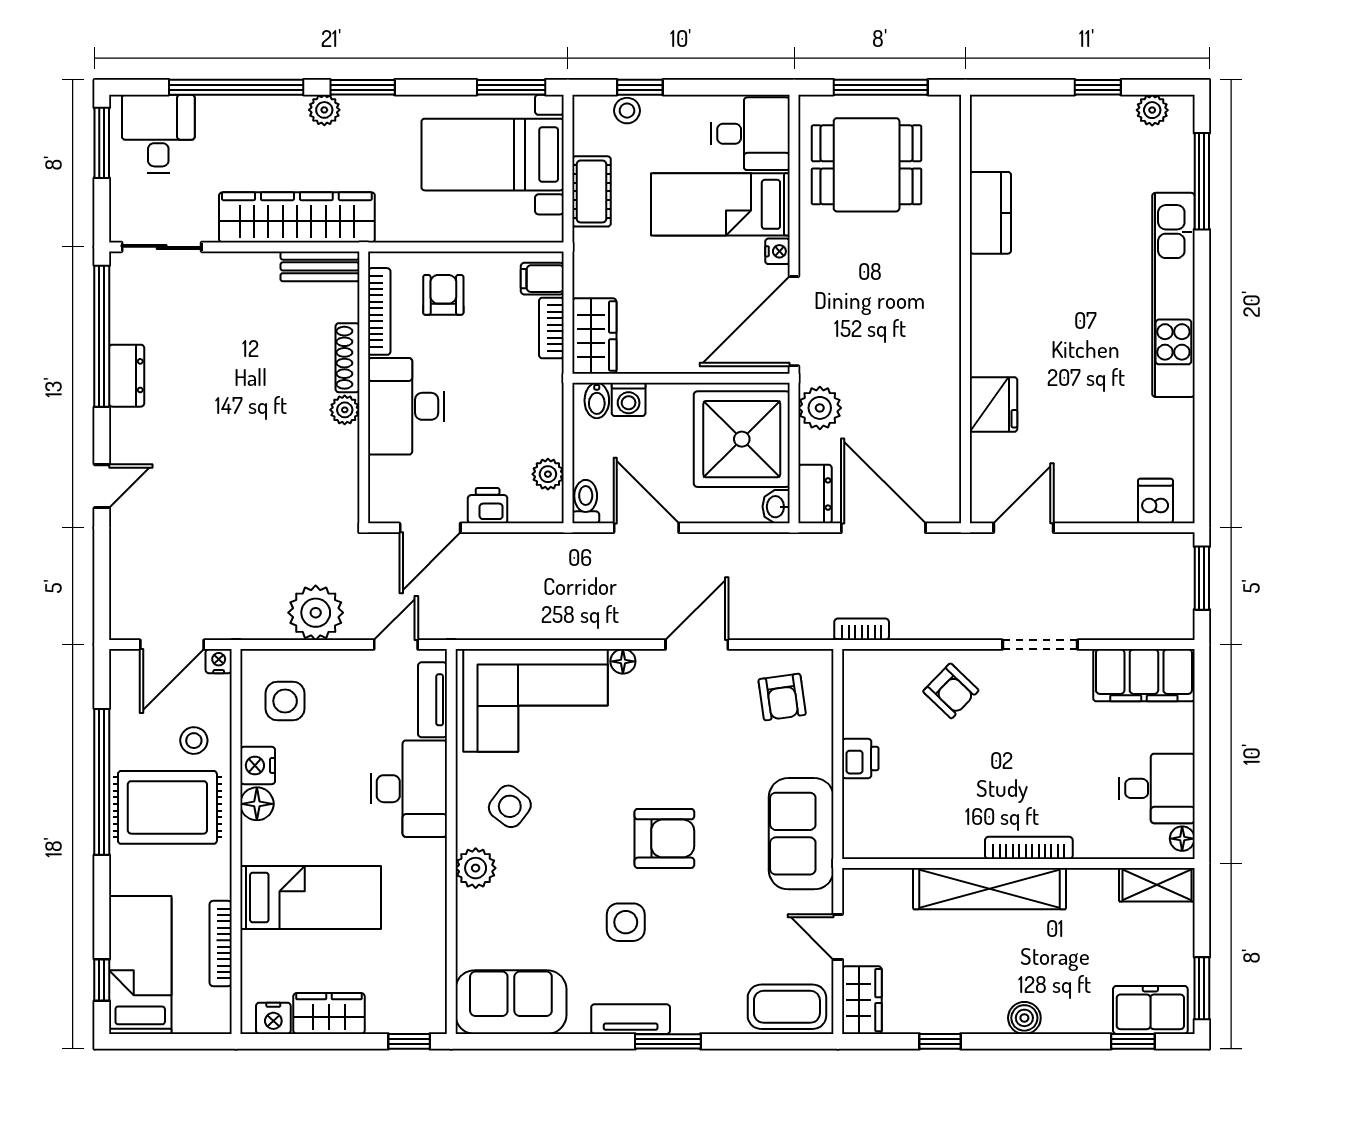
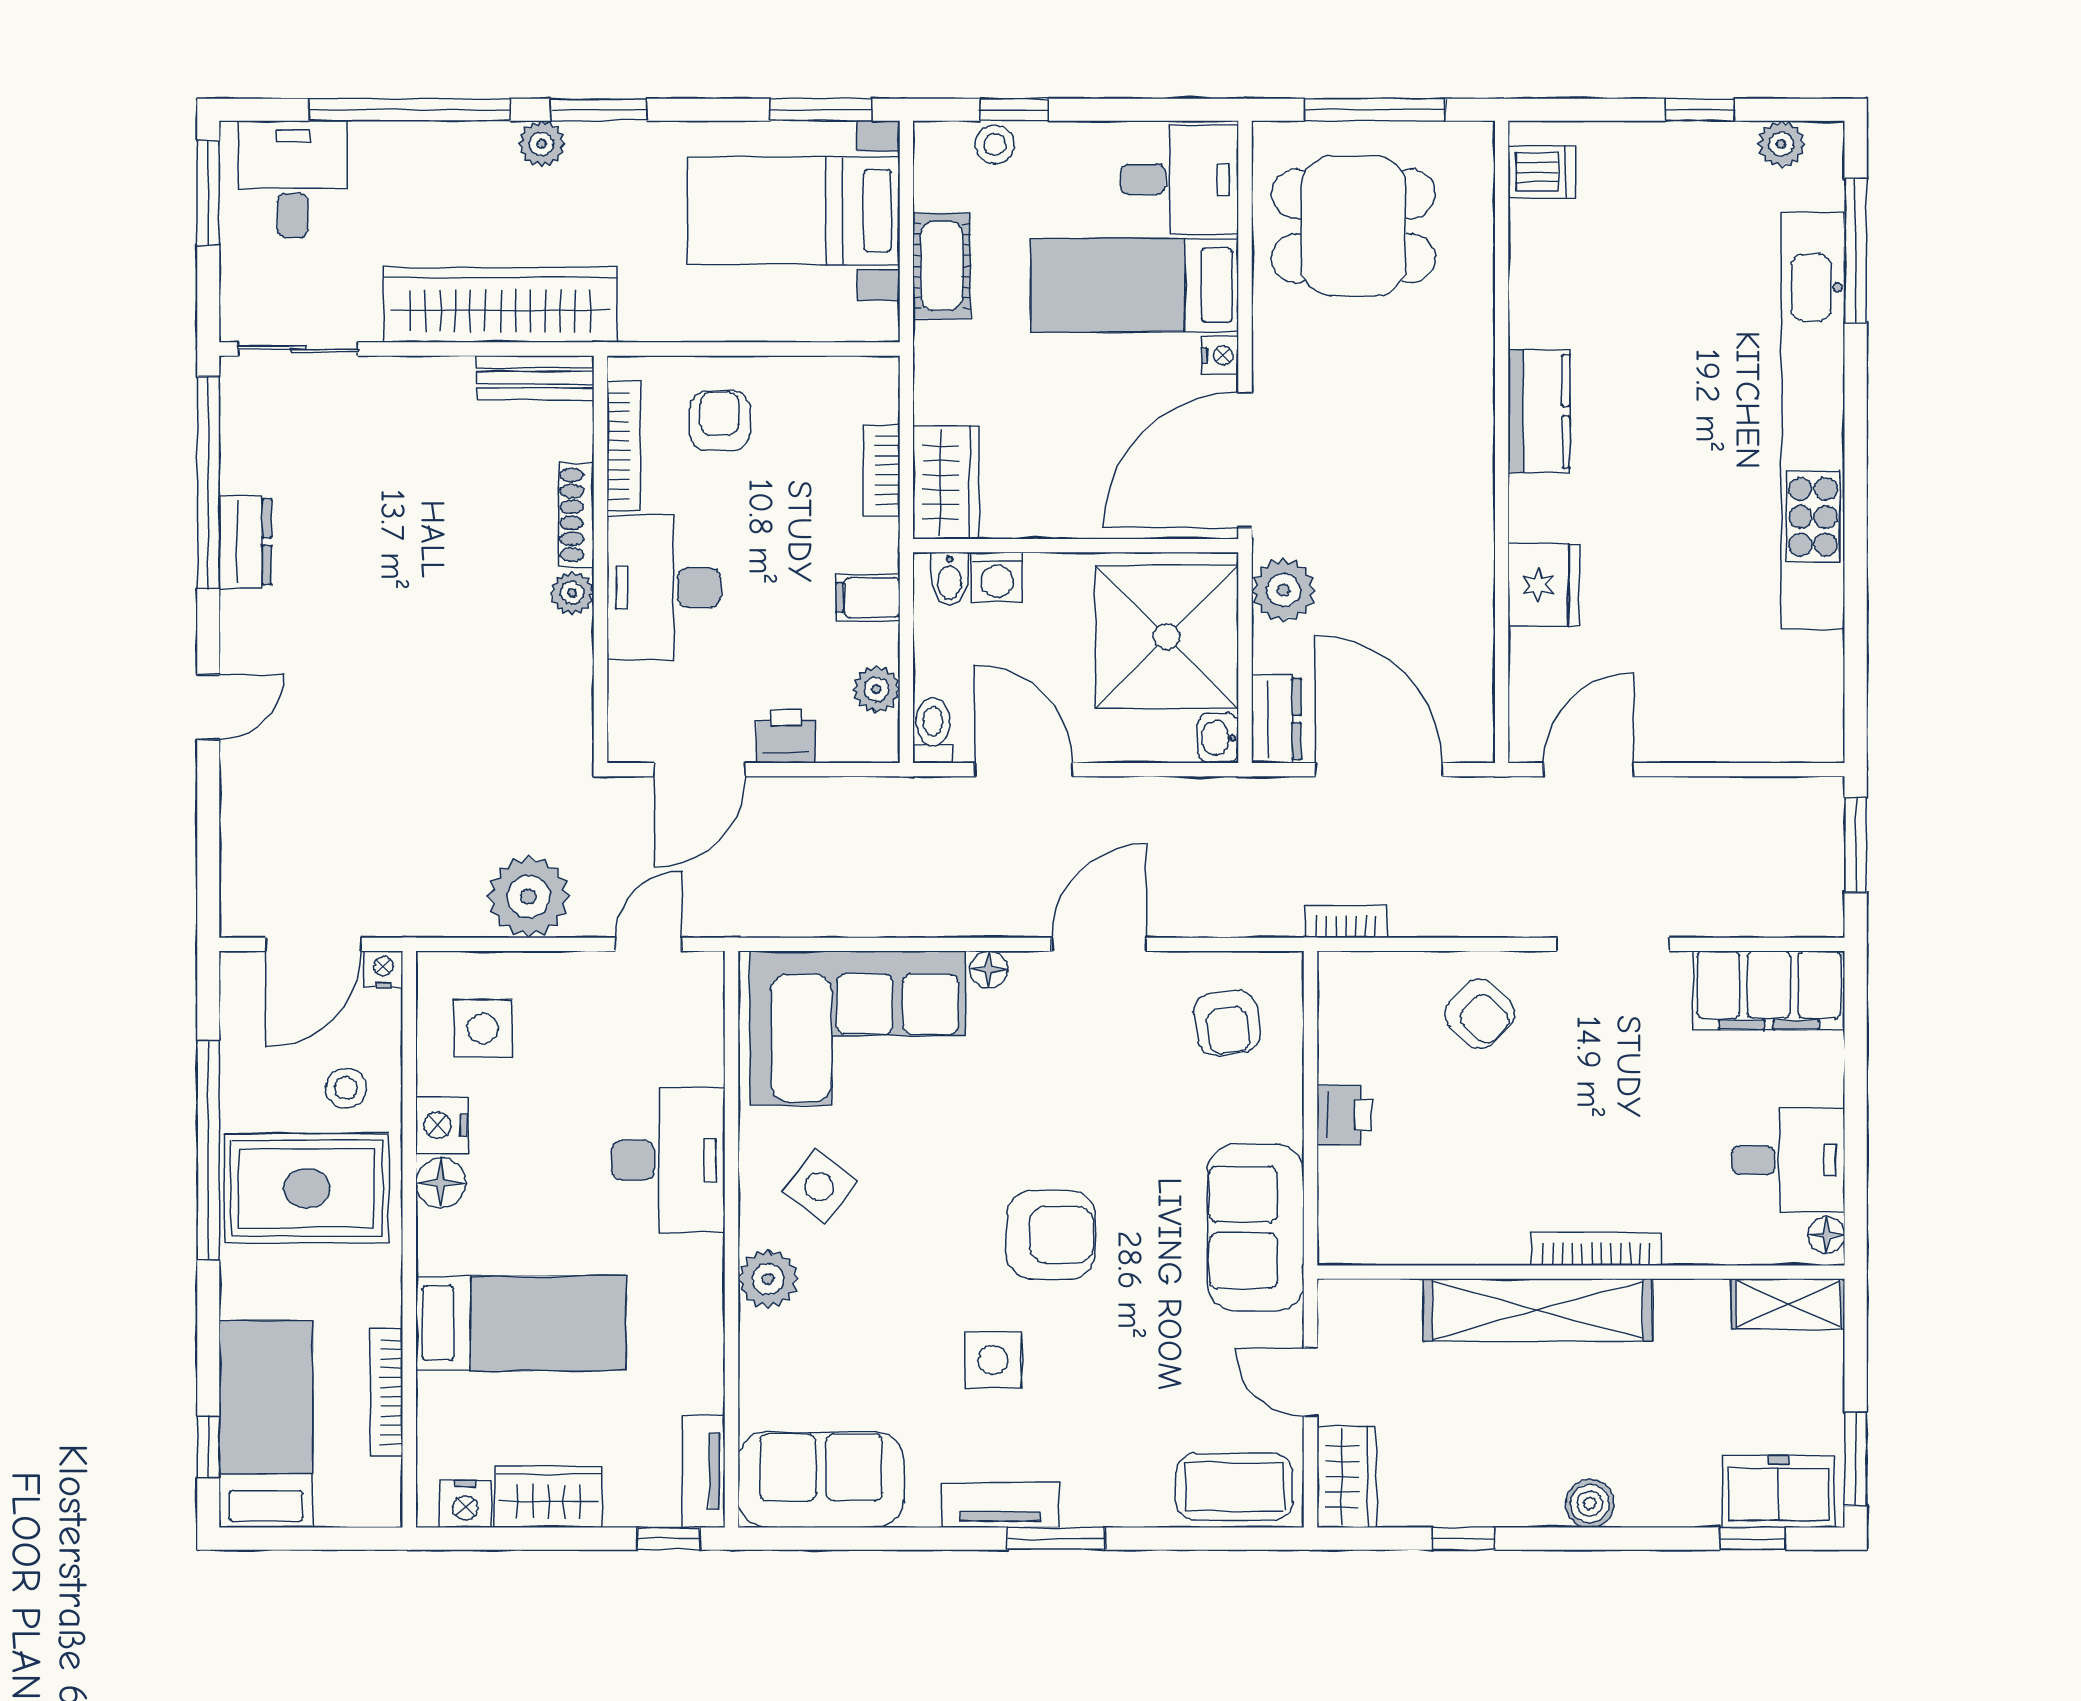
kitchen counter: (990, 213) -> (1539, 411), moved
filing cabinet: (542, 279) -> (868, 598), moved
kitchen unit: (1173, 295) -> (1813, 421), width x1.36
dishwasher: (1155, 501) -> (1542, 172), moved, turned 90
tv unit: (432, 700) -> (703, 1471), moved

